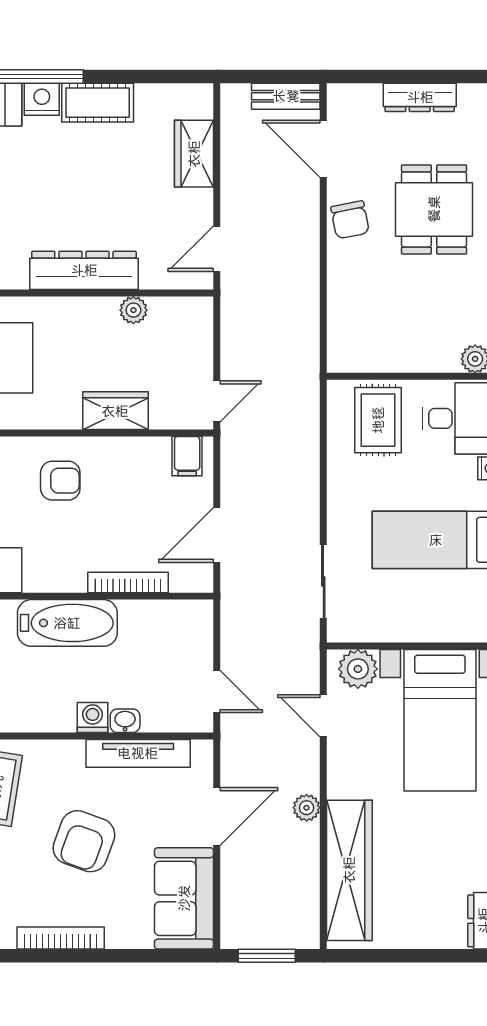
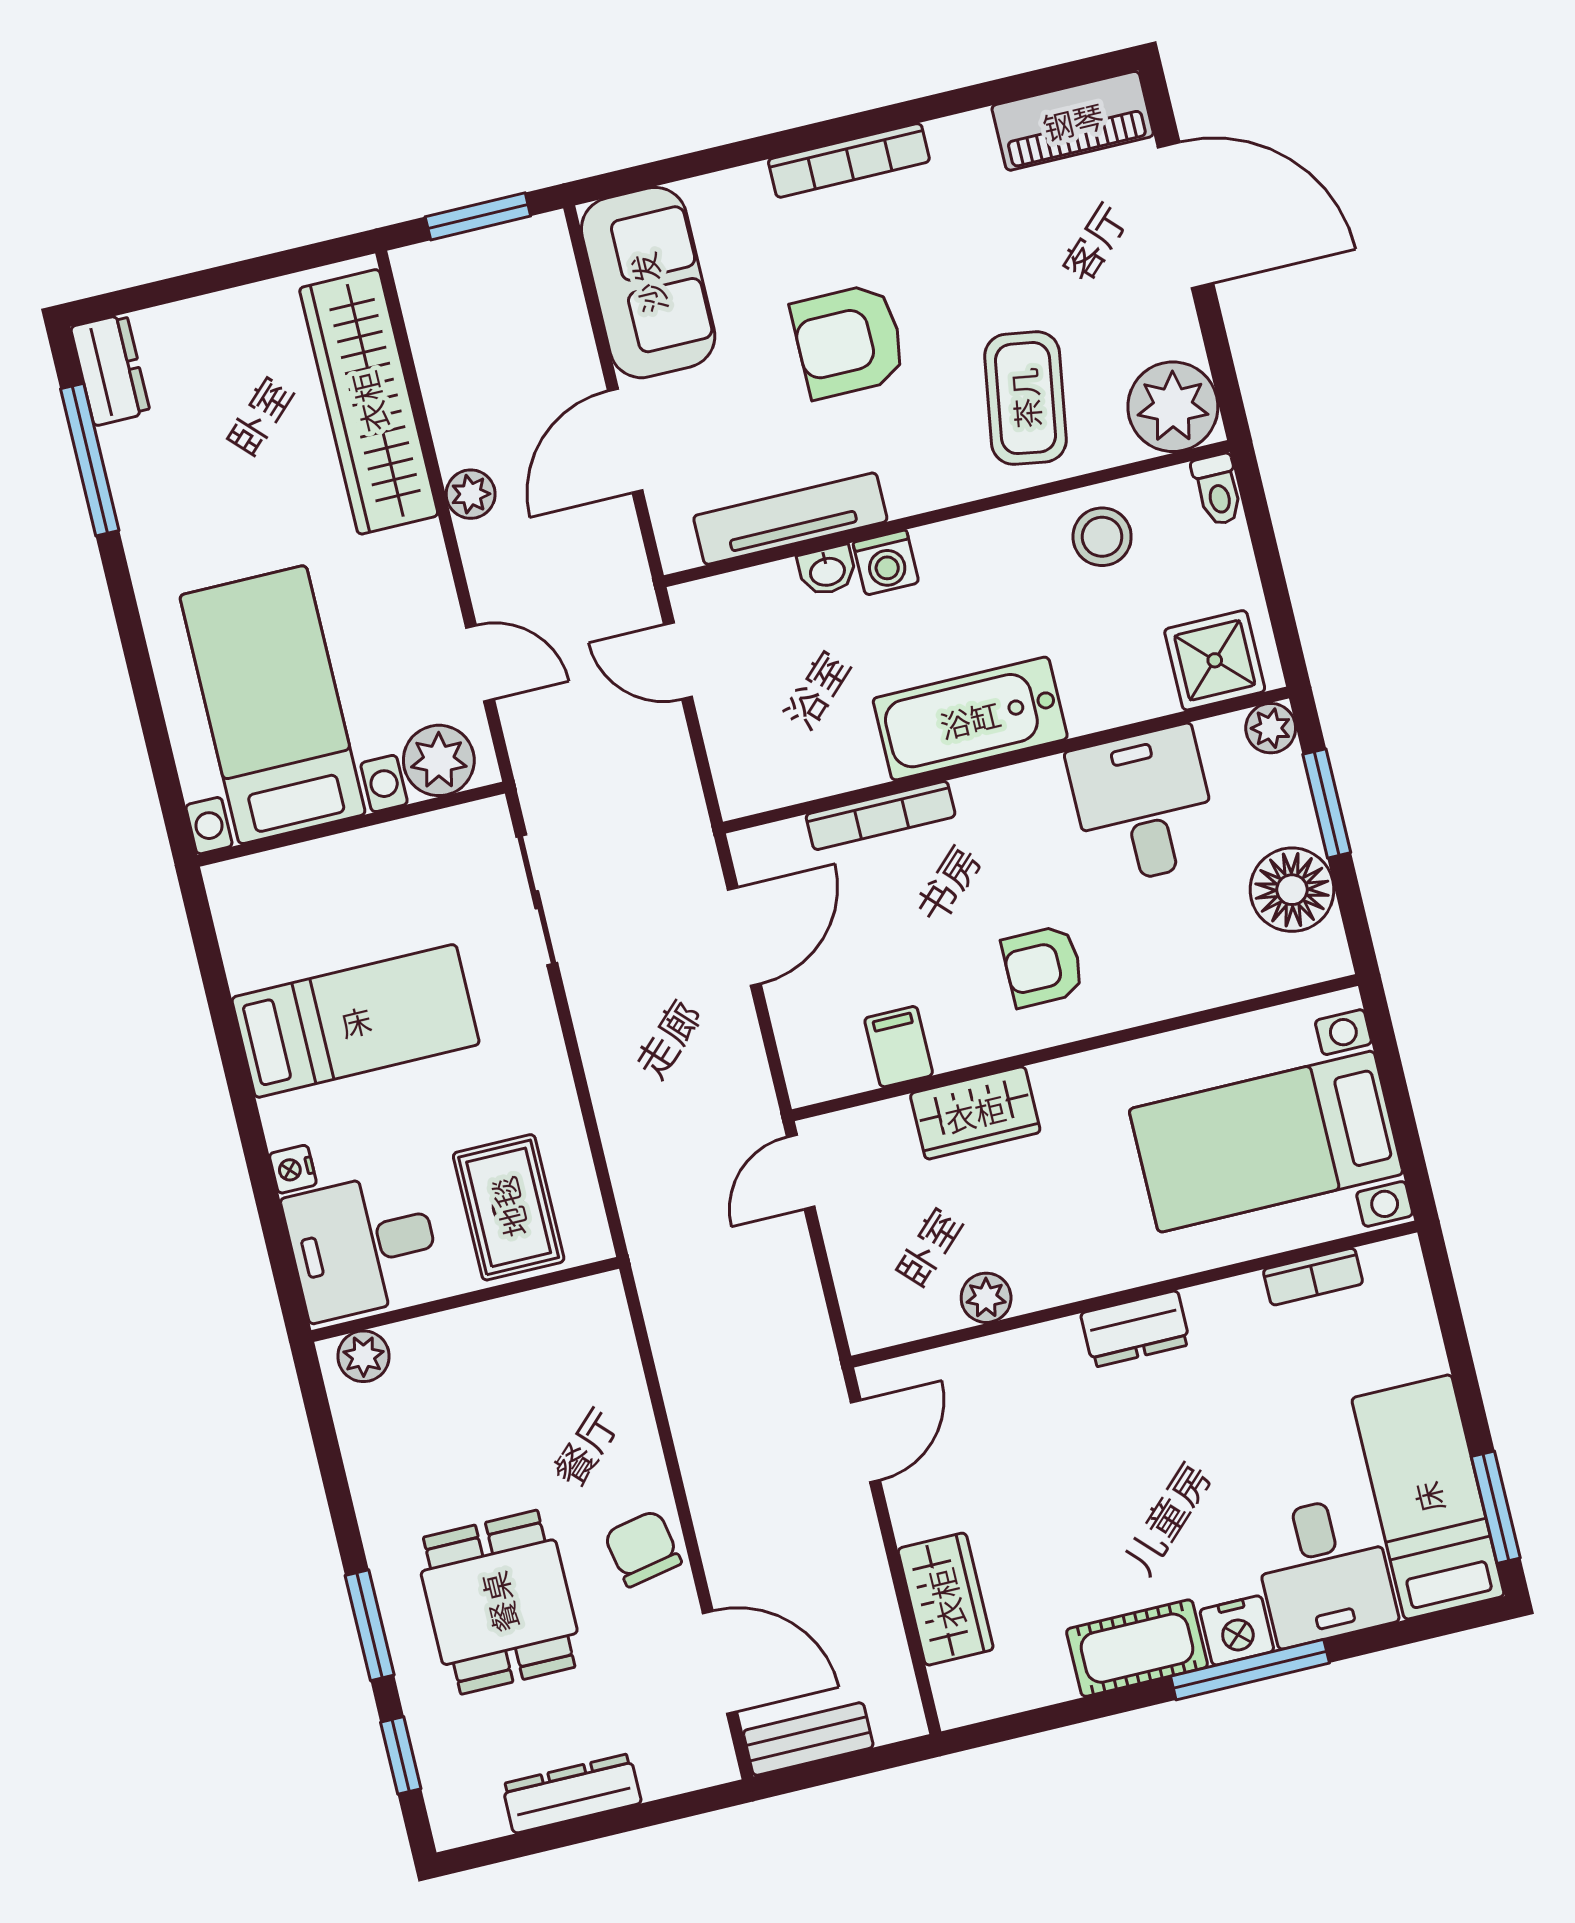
dresser: (84, 270) -> (1135, 1329), width x0.51, depth x0.80
filing cabinet: (187, 456) -> (899, 1047), moved
armchair: (84, 841) -> (849, 341), turned -110

